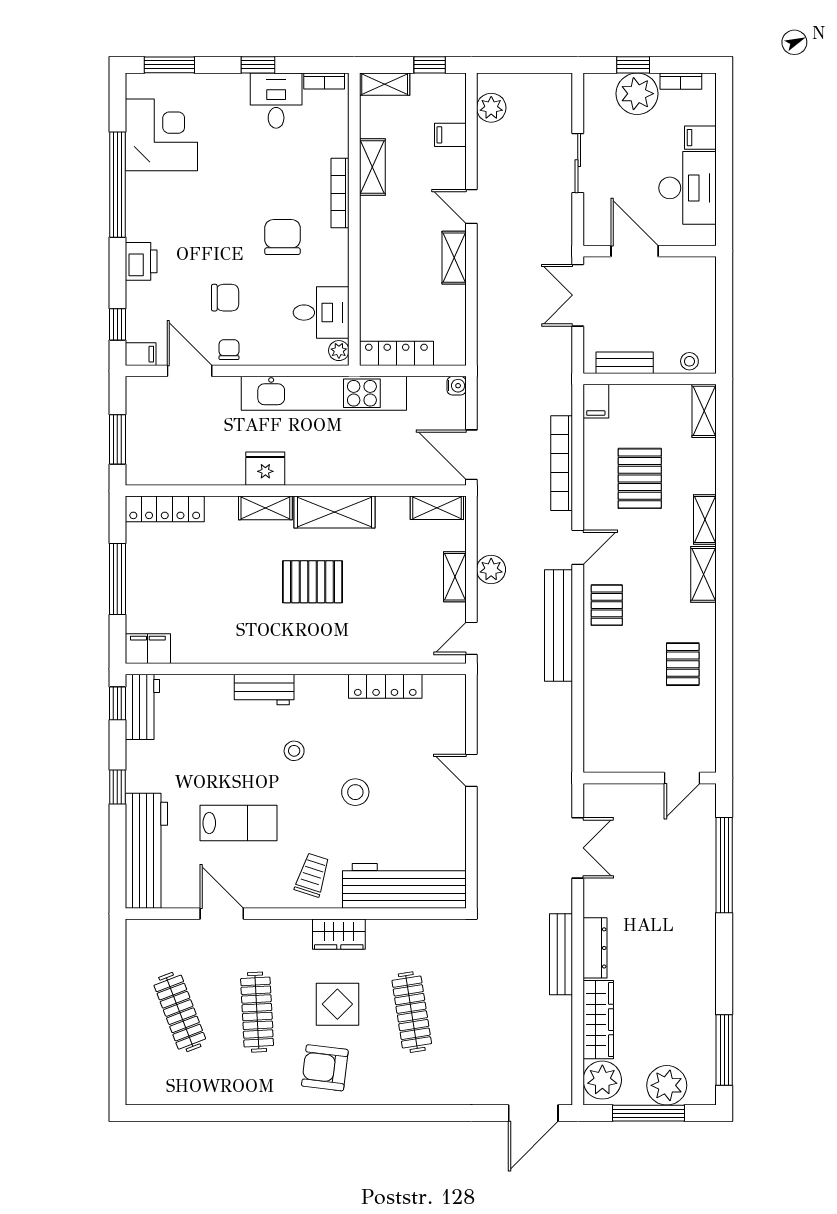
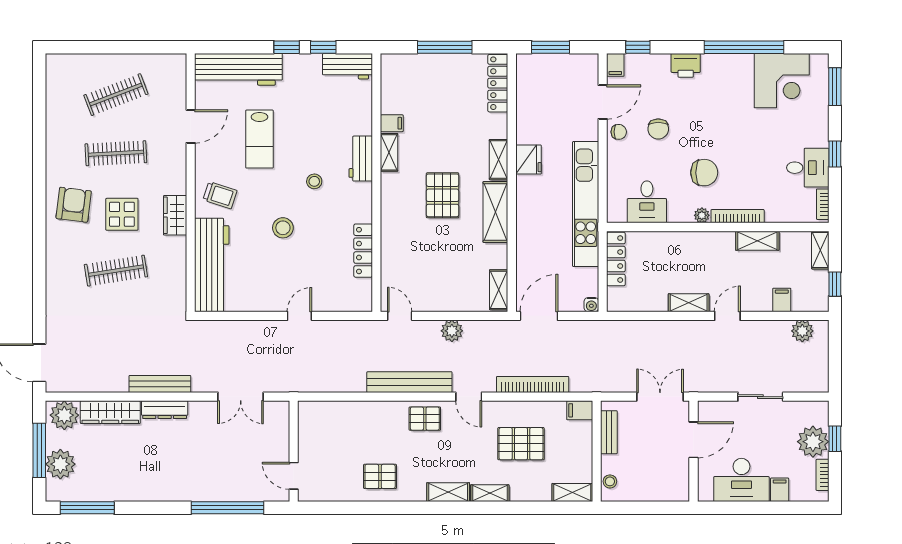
plant: (339, 351) -> (702, 215), moved
shelving: (455, 577) -> (389, 152), moved, turned 90
filing cabinet: (148, 649) -> (392, 123), moved, width x0.50
window: (117, 703) -> (323, 47), moved

